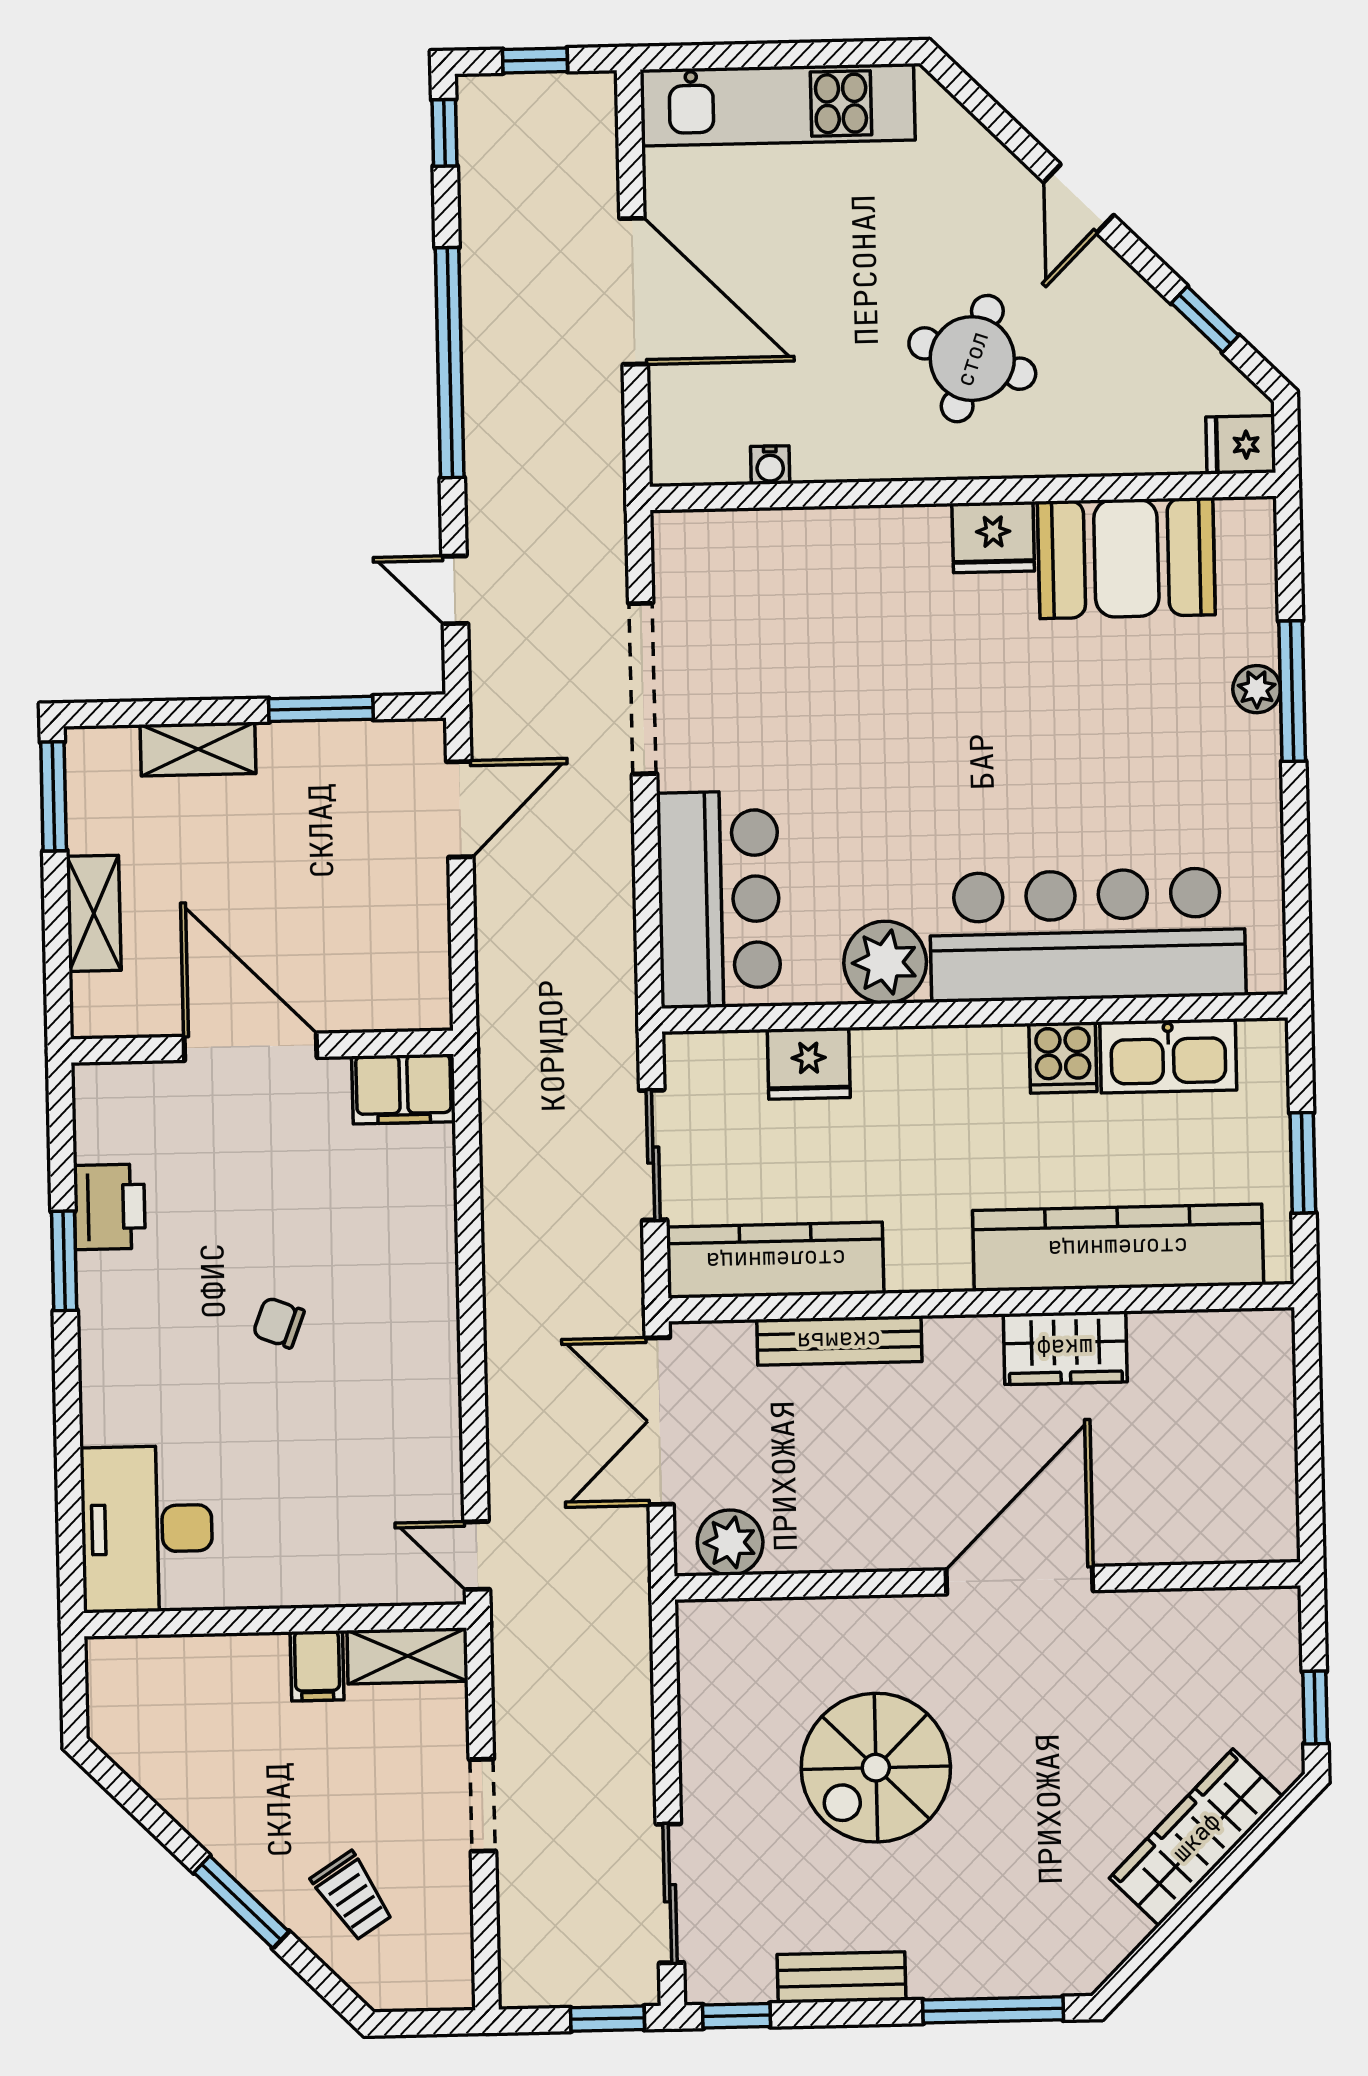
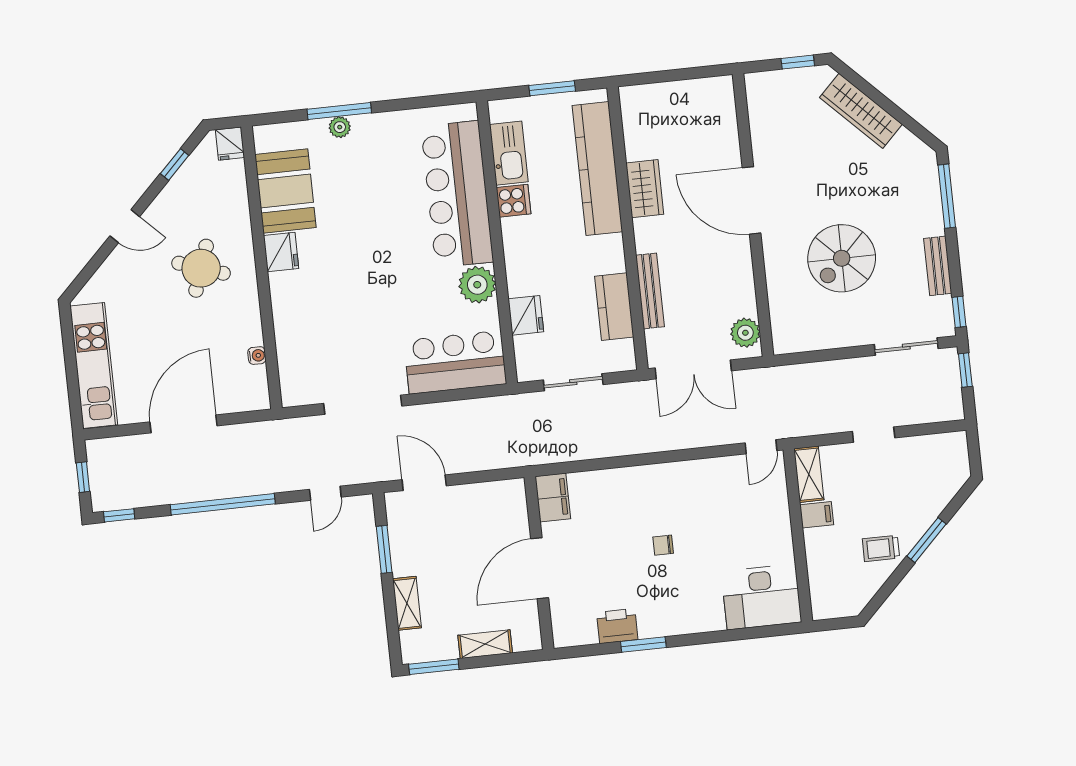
kitchen counter: (776, 1260) -> (614, 307), width x0.67
chair: (278, 1323) -> (663, 545), turned 69
spiral stairs: (876, 1768) -> (842, 258), turned 90
trolley: (352, 1896) -> (881, 548), moved, turned -147

